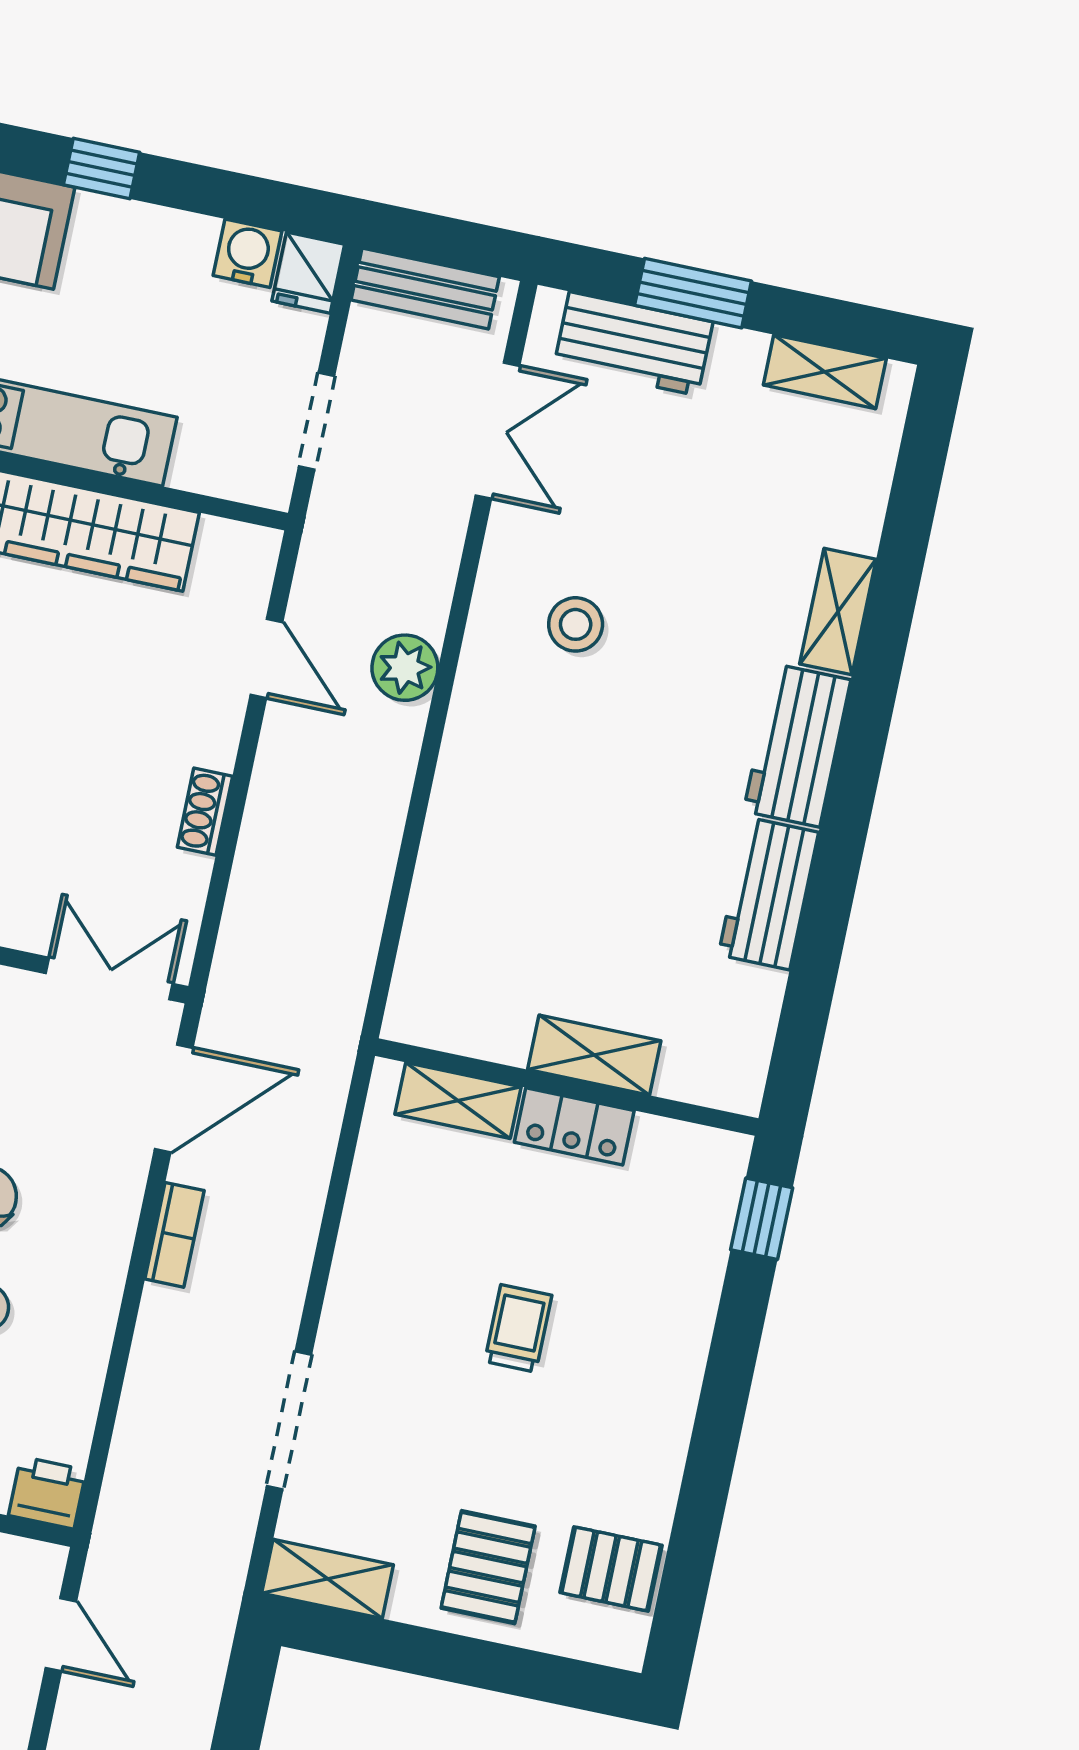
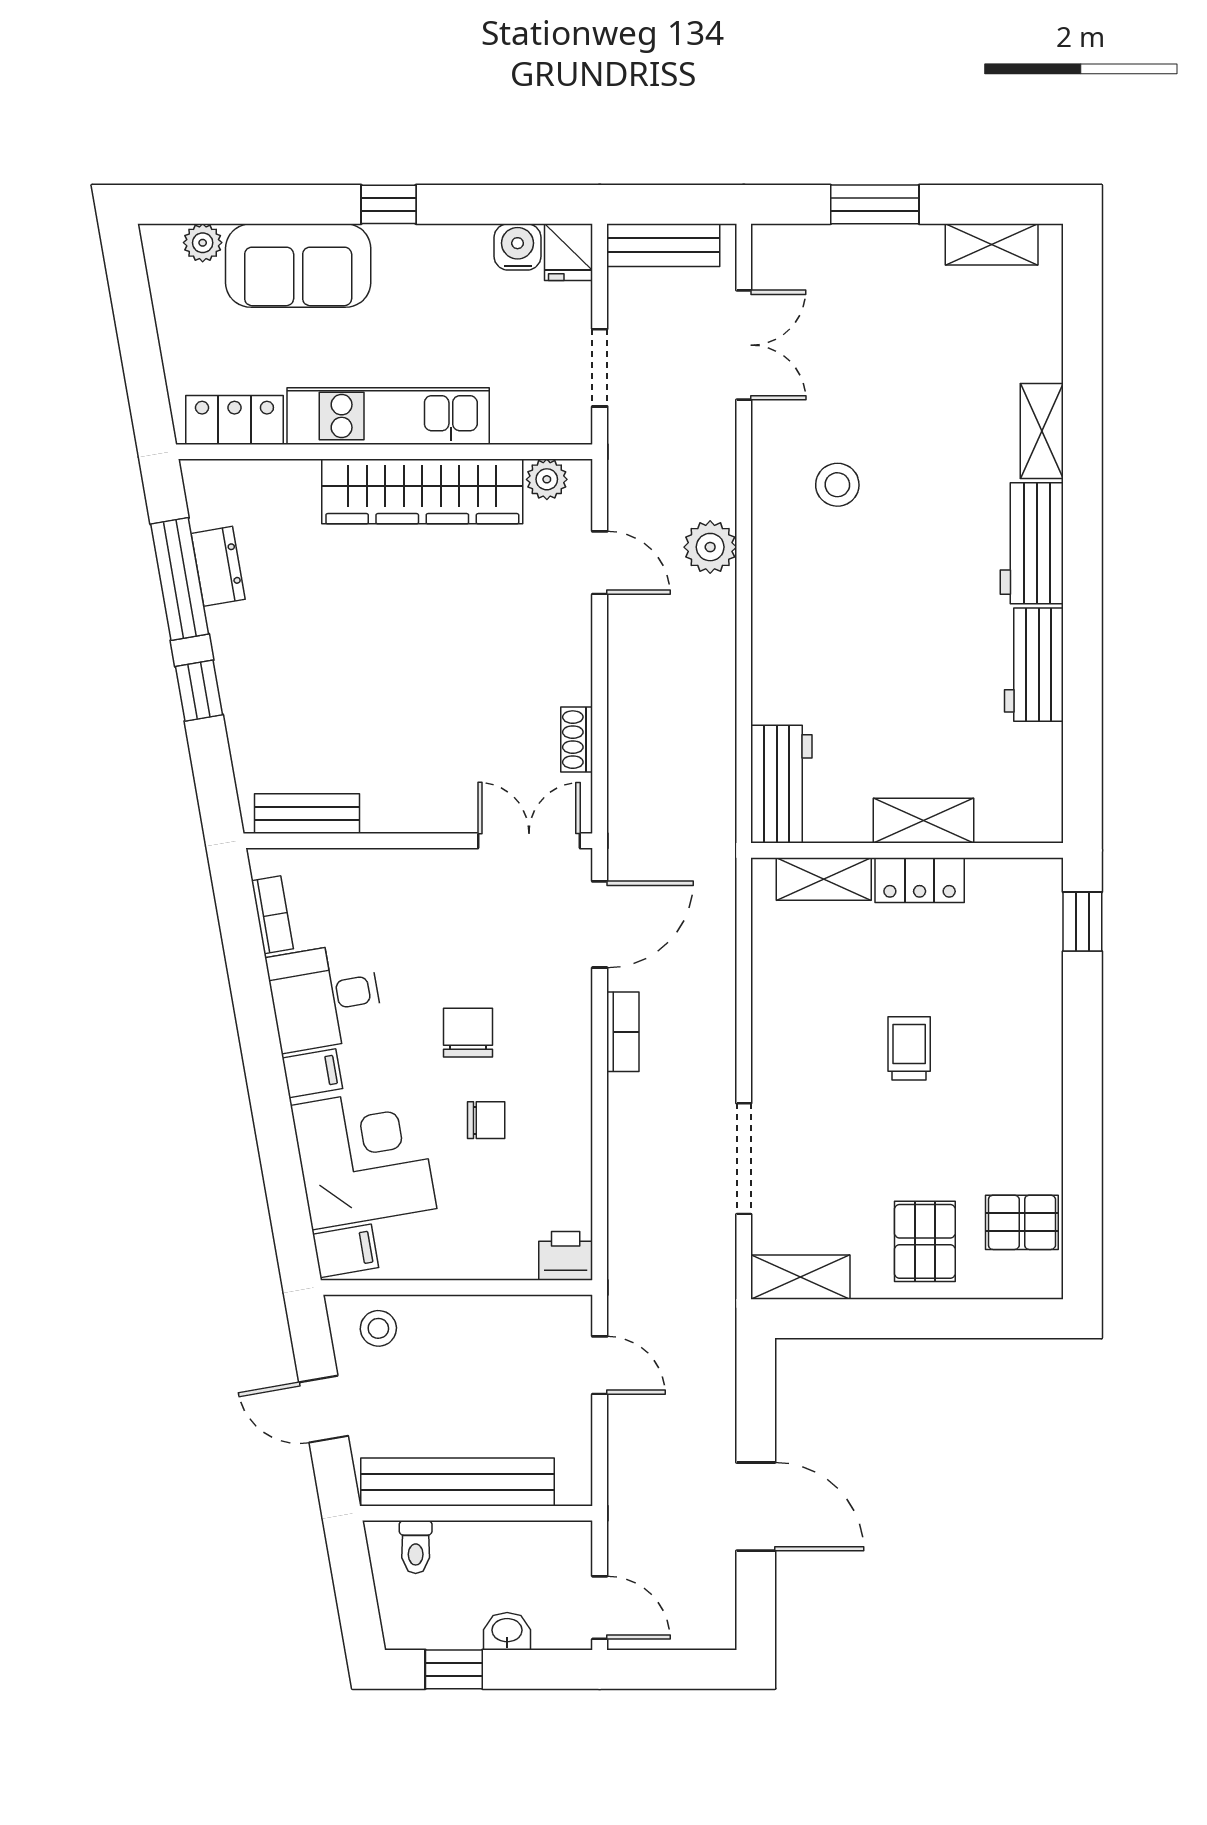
workbench: (633, 344) -> (781, 784), moved, turned -90
plant: (224, 543) -> (547, 479), added
shoe rack: (205, 812) -> (577, 740), moved

